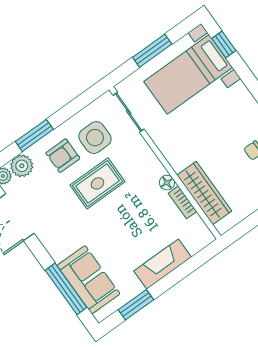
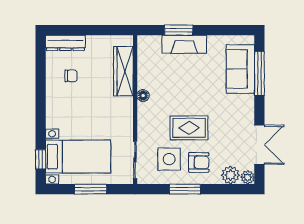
window: (34, 135) -> (185, 189), moved
bookcase: (182, 202) -> (142, 75), removed
window: (136, 305) -> (179, 30), moved

